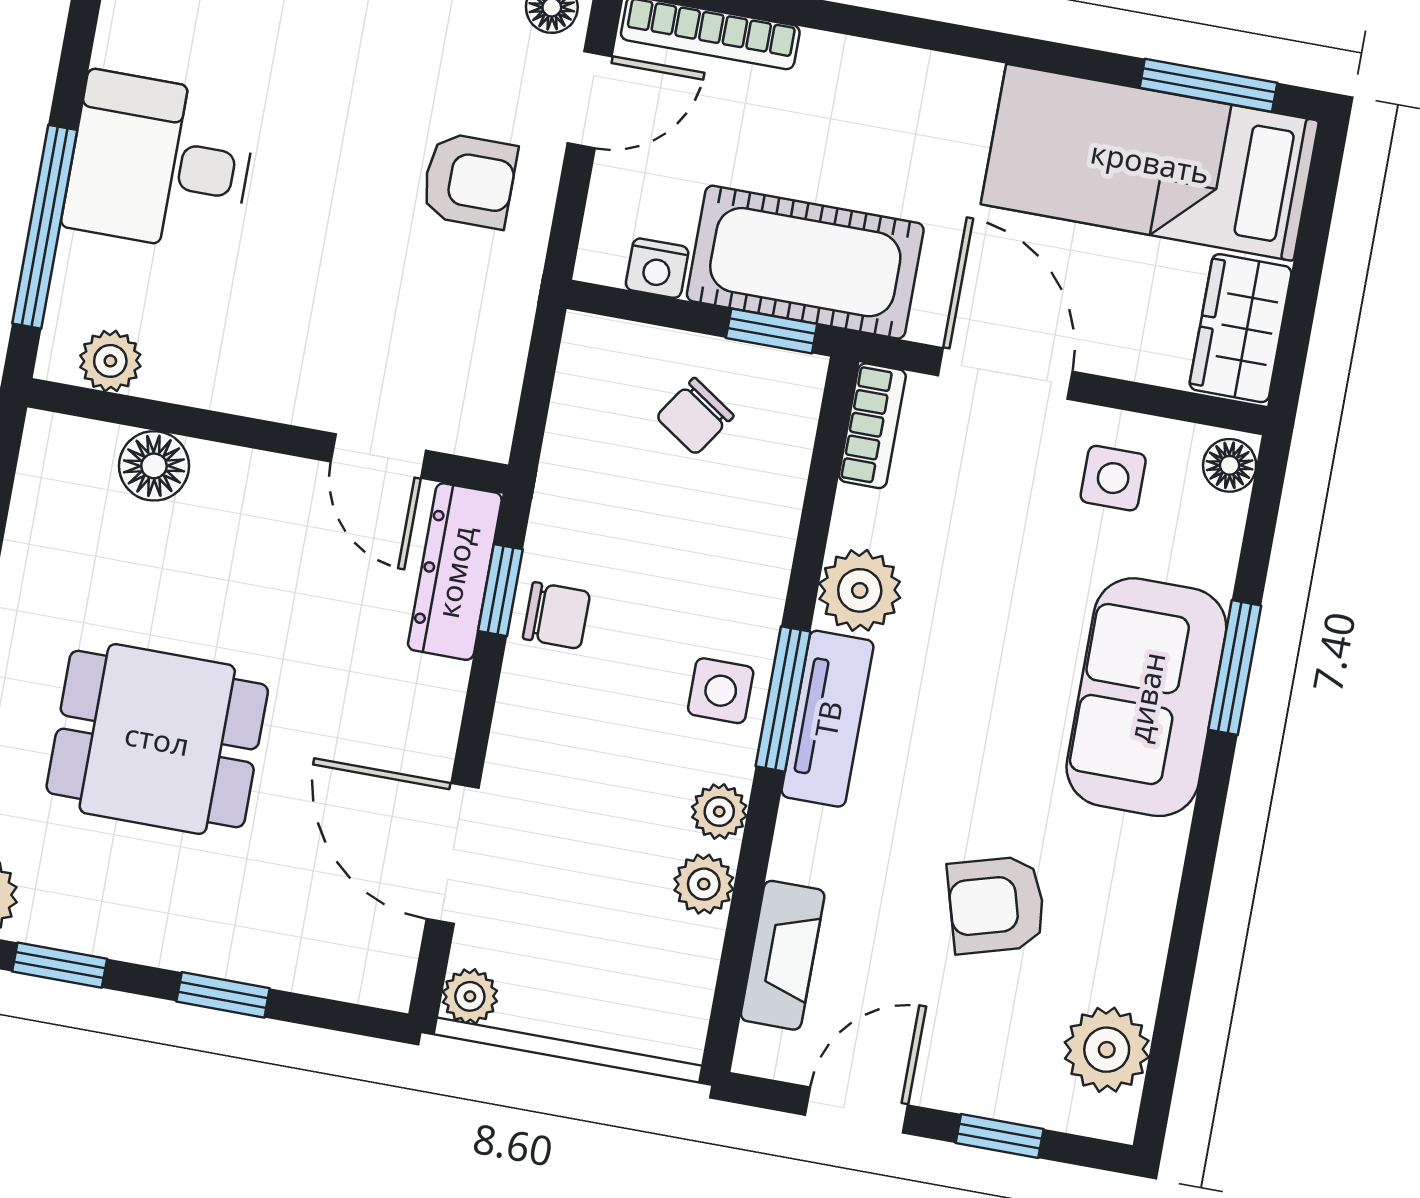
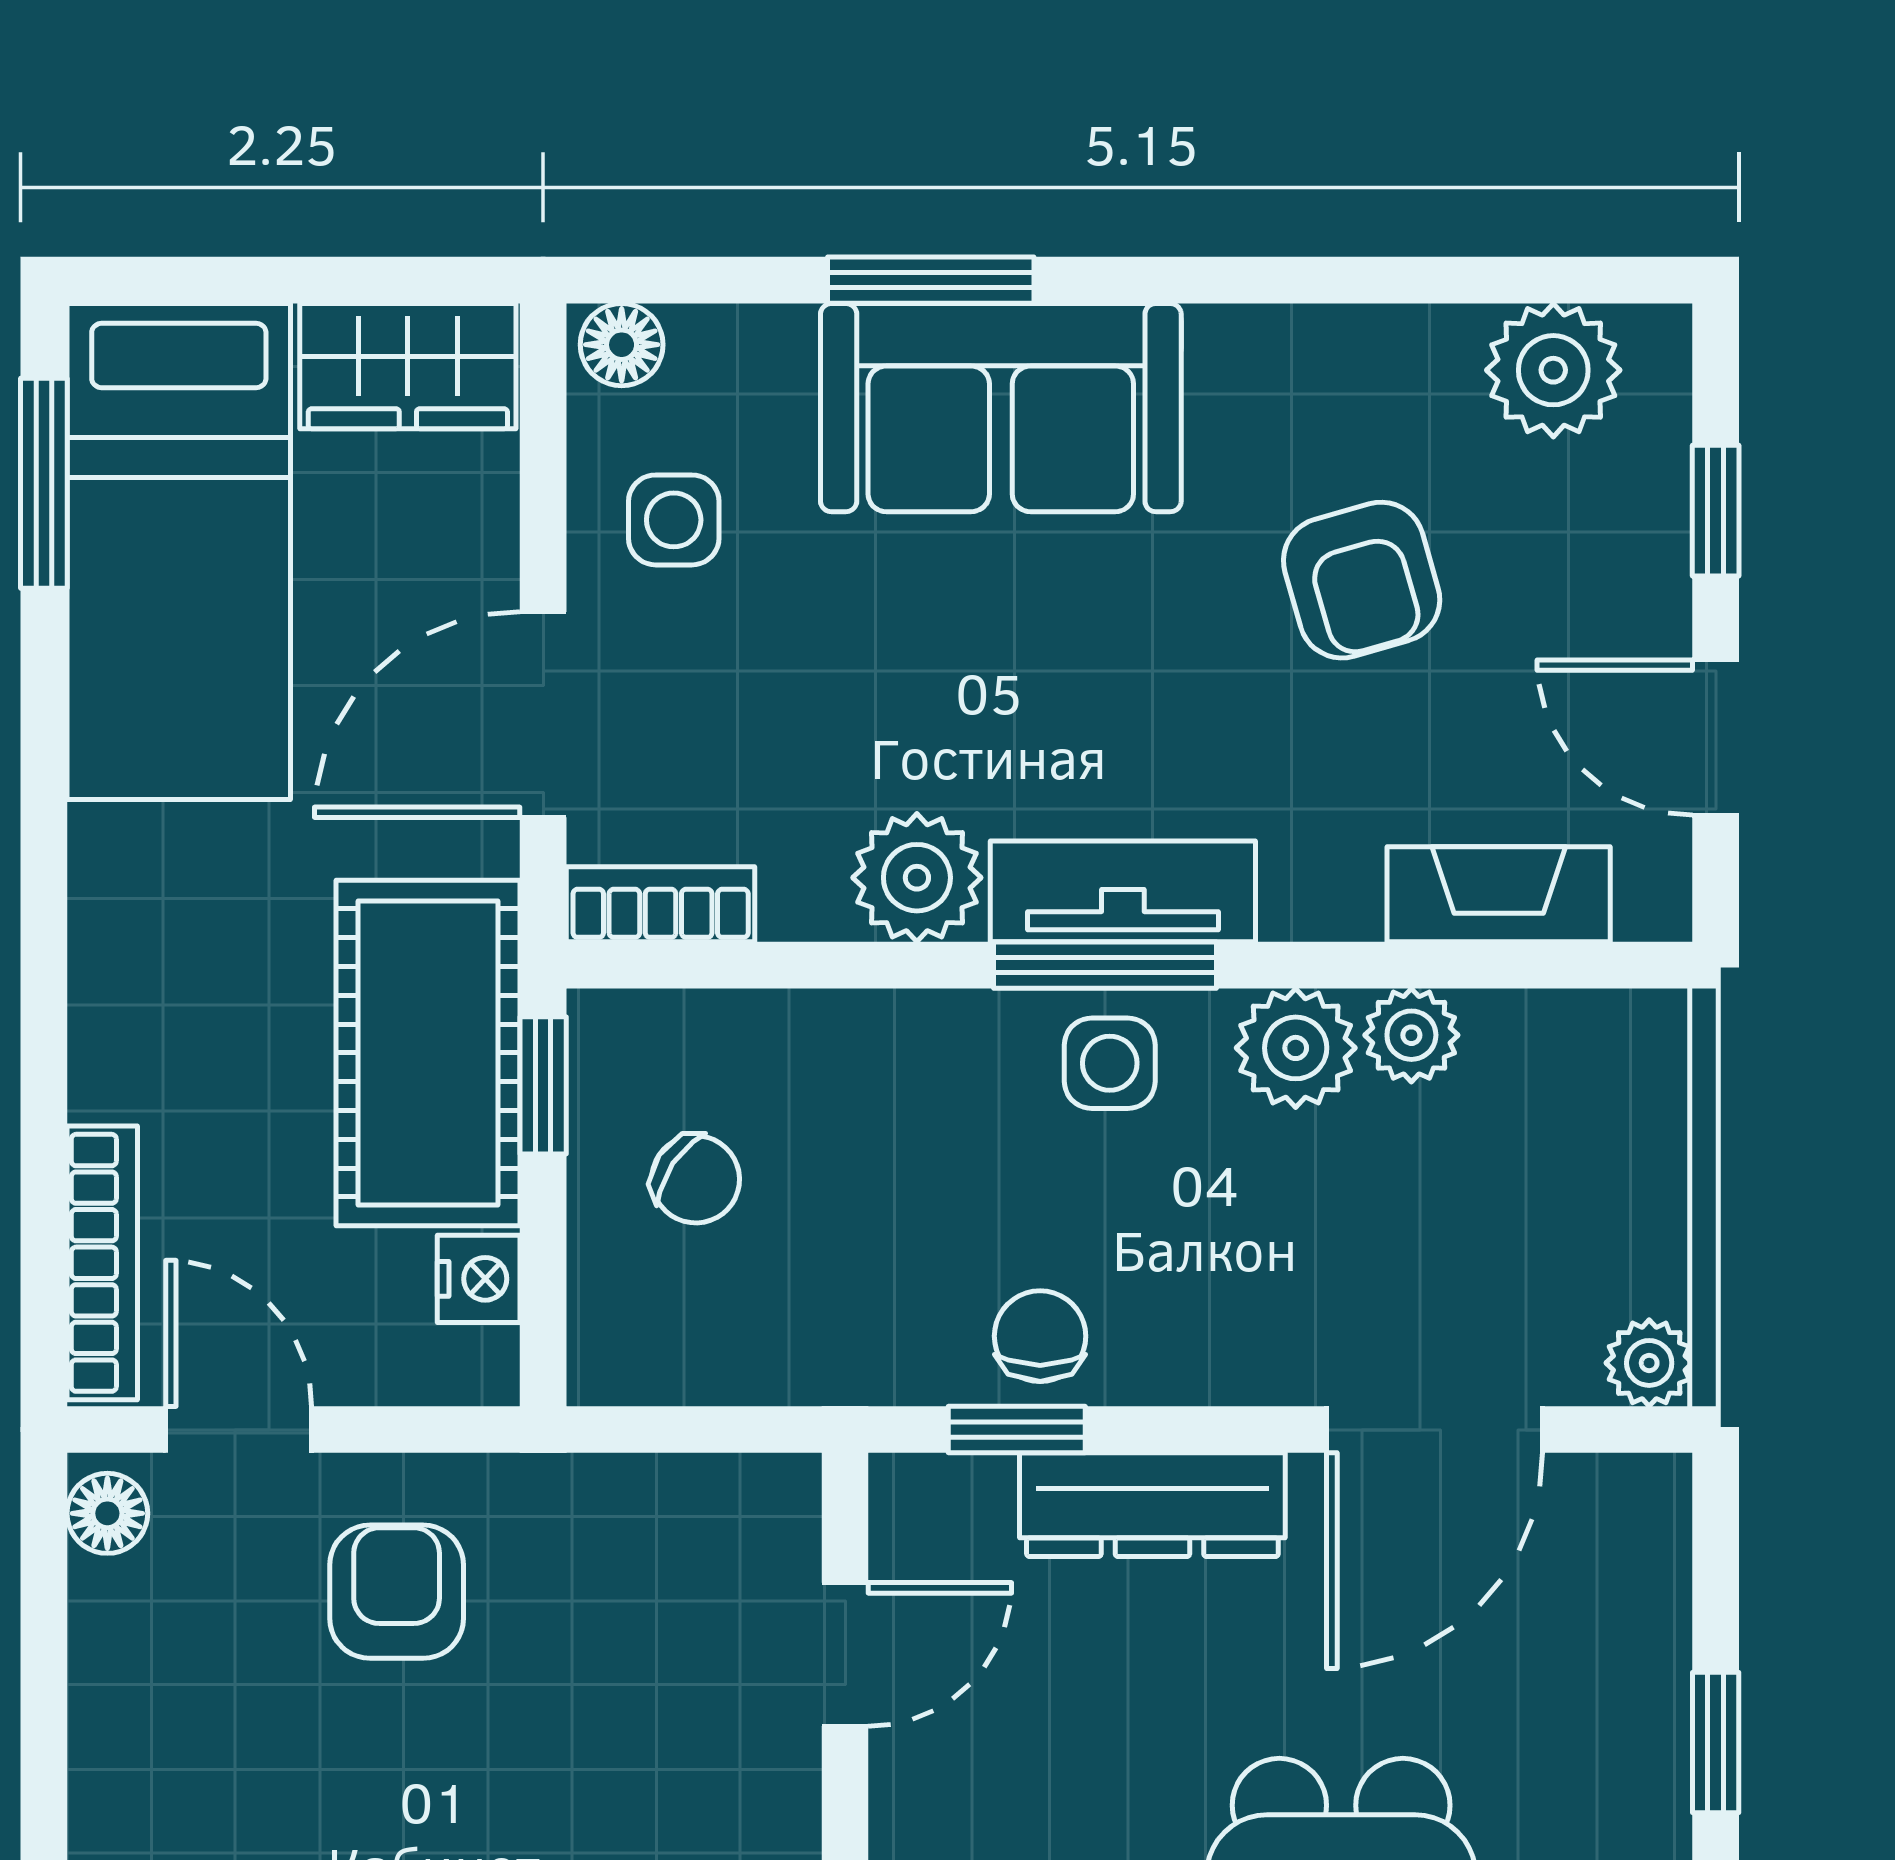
dresser: (455, 572) -> (1152, 1505), moved
plant: (719, 812) -> (1296, 1048), width x1.38, depth x1.38

